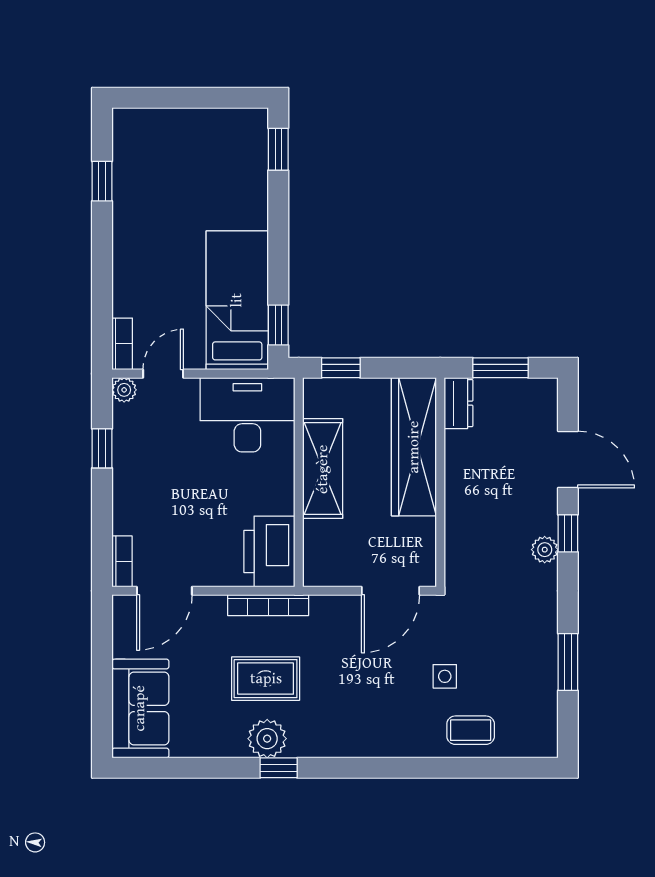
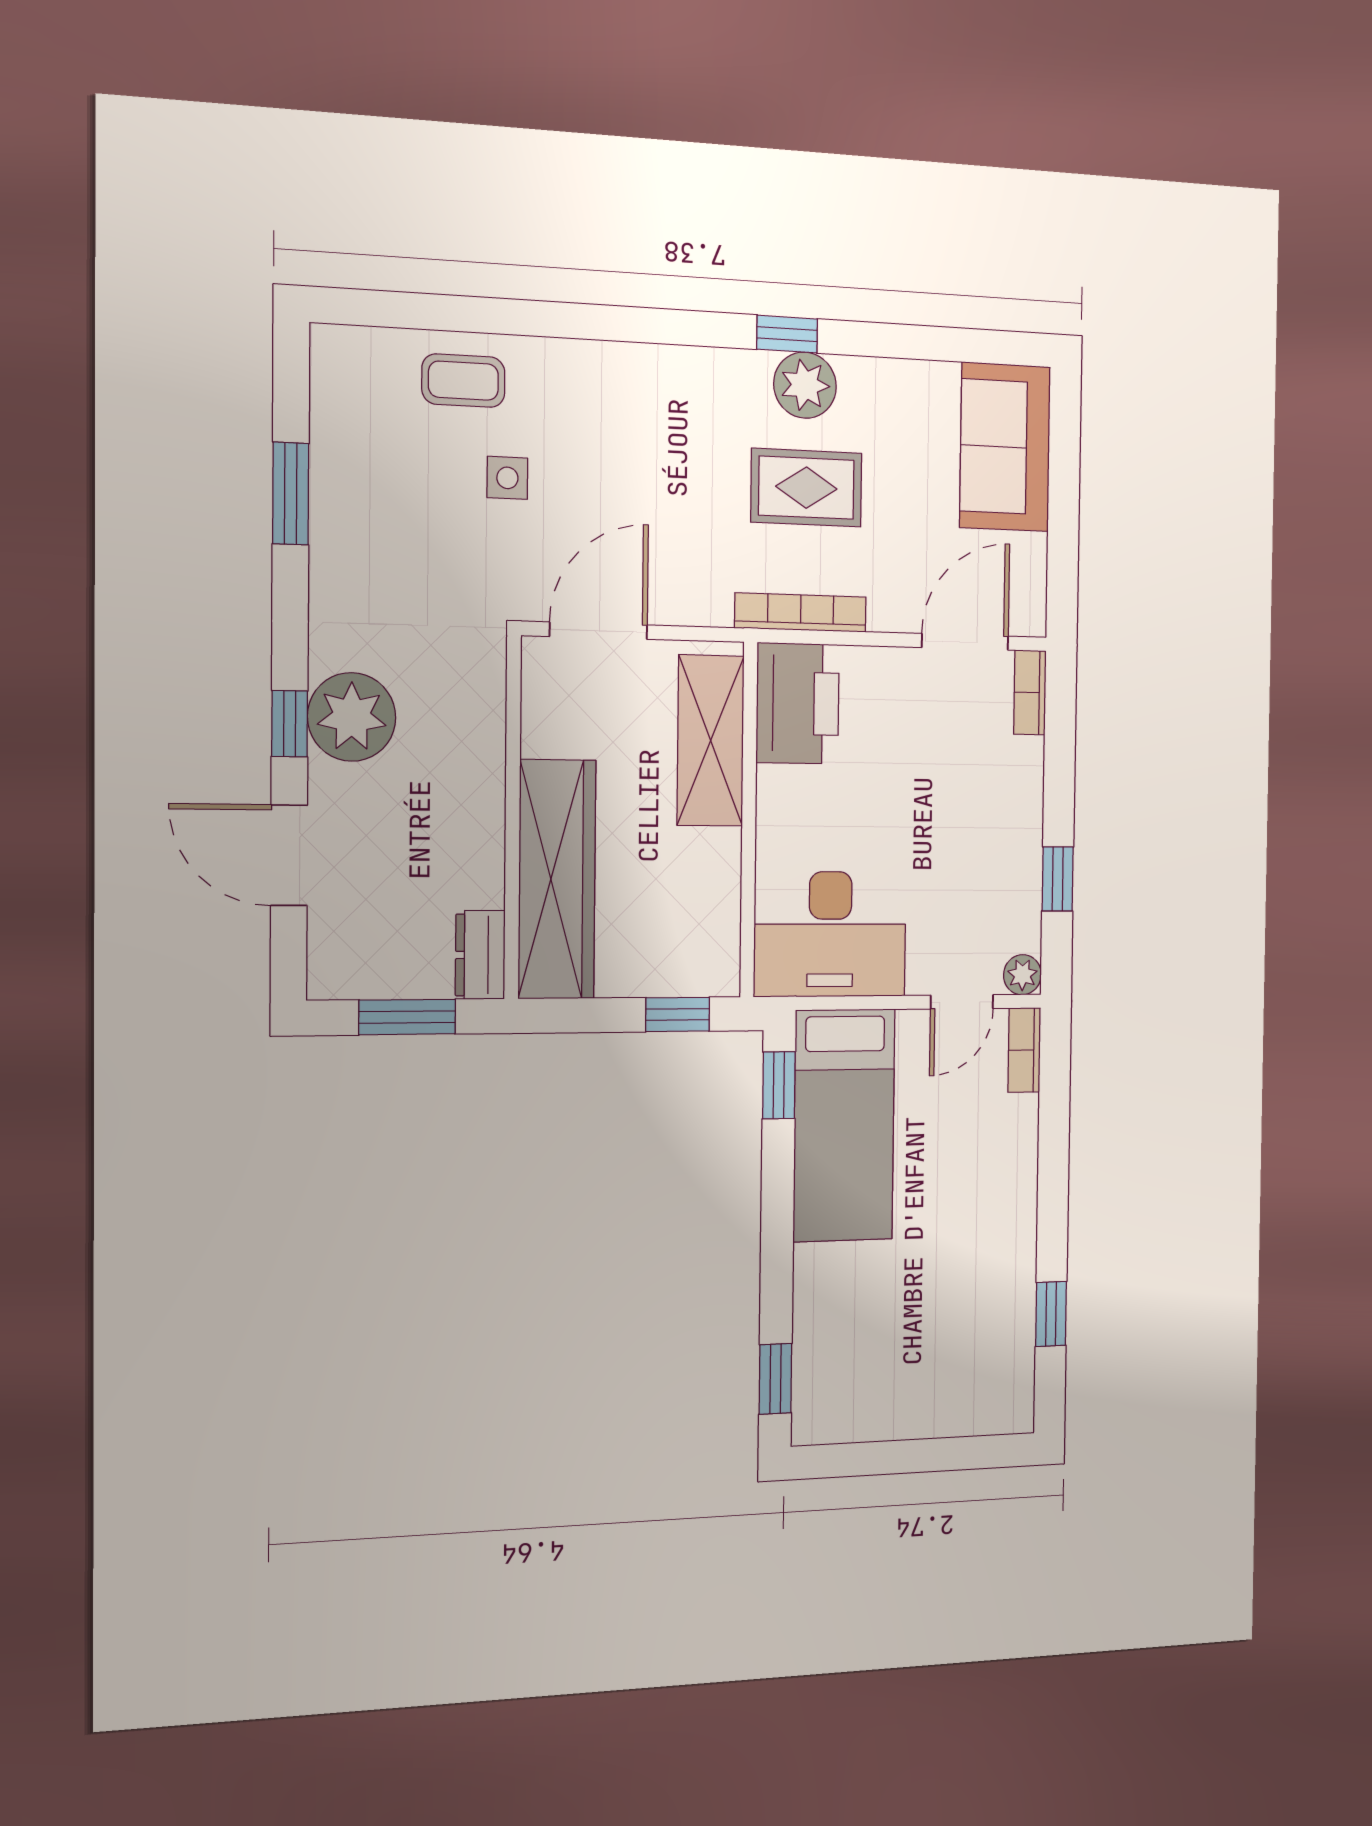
shelving: (323, 469) -> (711, 741), moved
plant: (545, 550) -> (352, 717), width x1.87, depth x1.87

